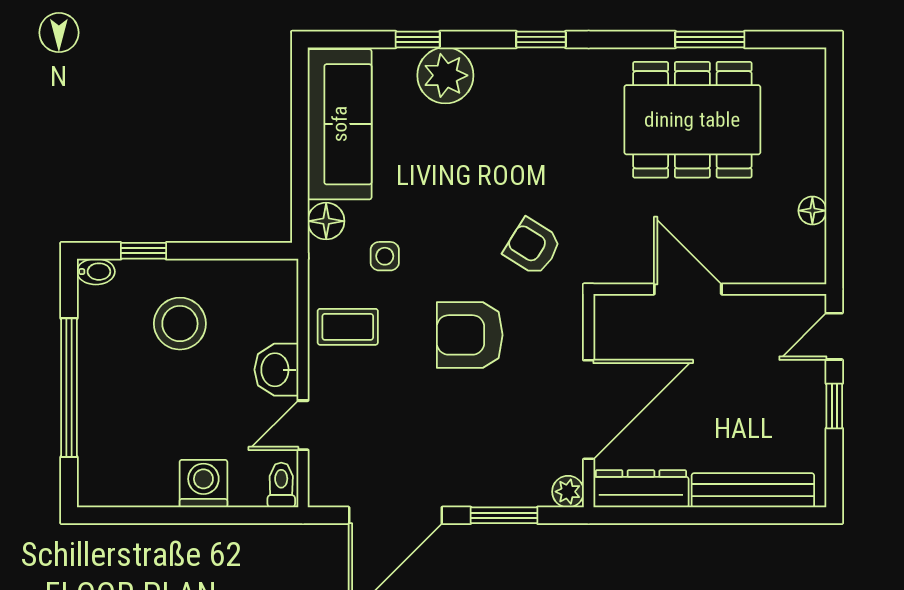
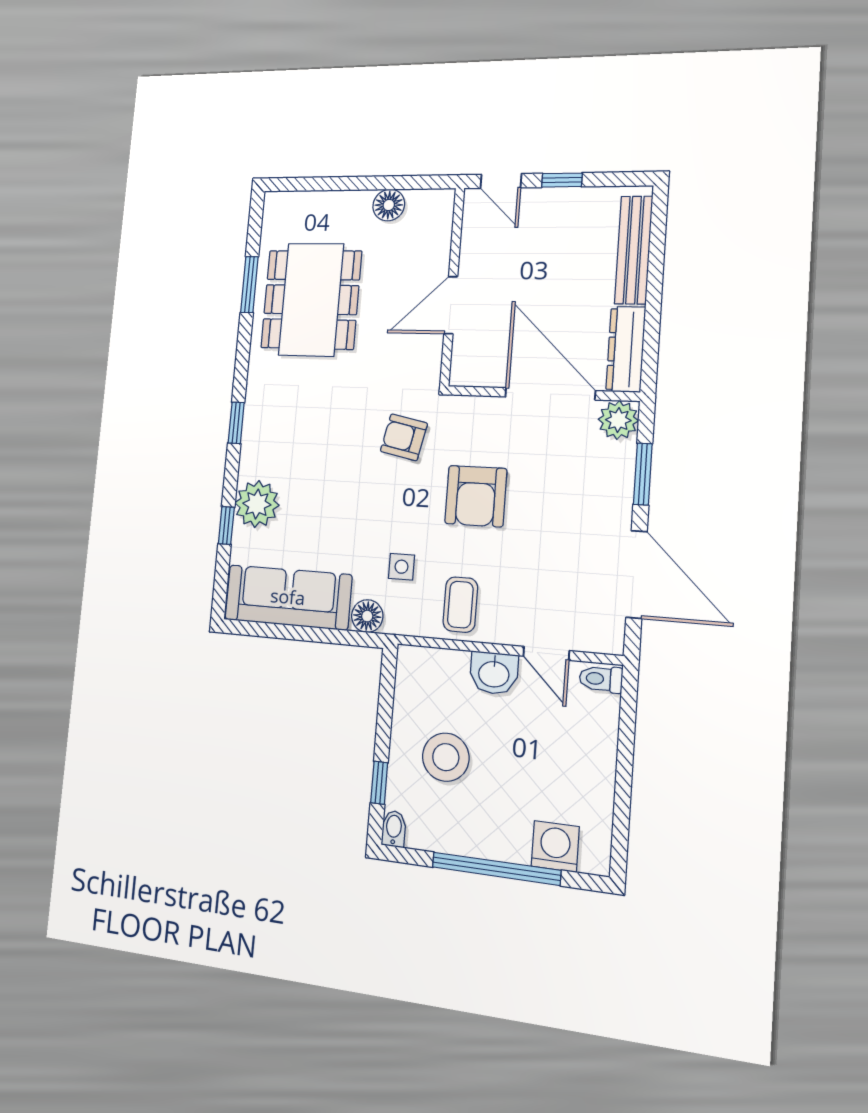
floor lamp: (812, 211) -> (389, 205), width x1.37, depth x1.37
armchair: (532, 247) -> (404, 437), turned 70
washing machine: (203, 484) -> (555, 846), moved, turned 90
plant: (568, 492) -> (618, 420), width x1.38, depth x1.38

